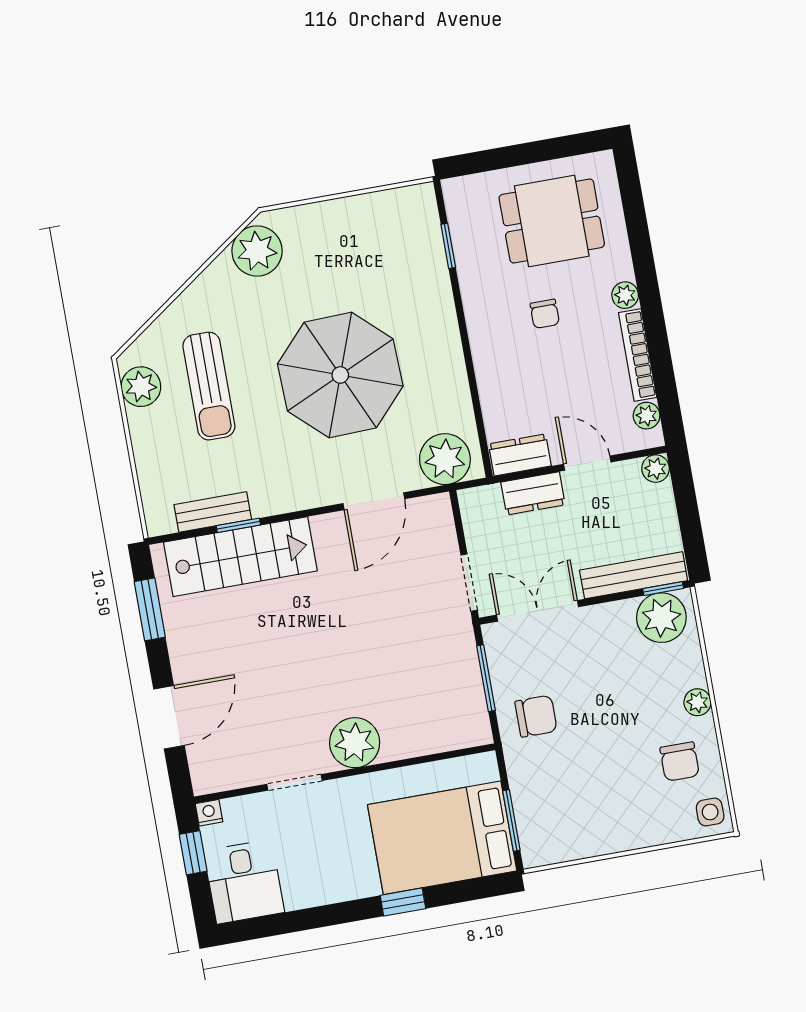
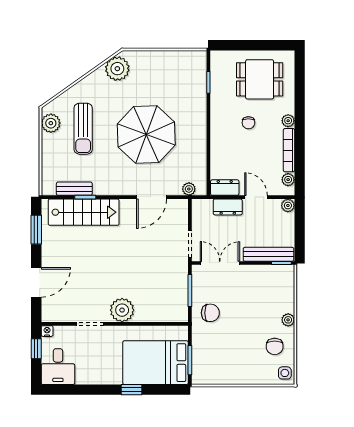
plant: (445, 459) -> (189, 189), width x0.53, depth x0.53
plant: (661, 618) -> (278, 277), removed

